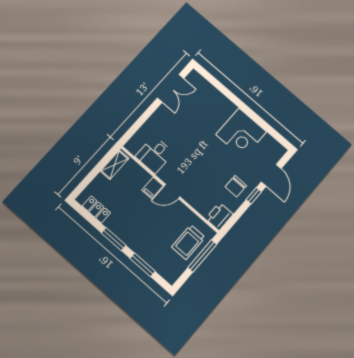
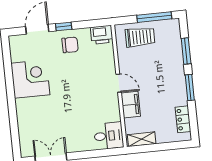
desk: (154, 155) -> (109, 136), moved
filing cabinet: (152, 188) -> (131, 105), width x2.00
window: (202, 256) -> (154, 17), moved

